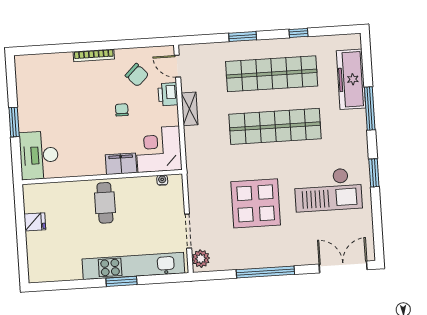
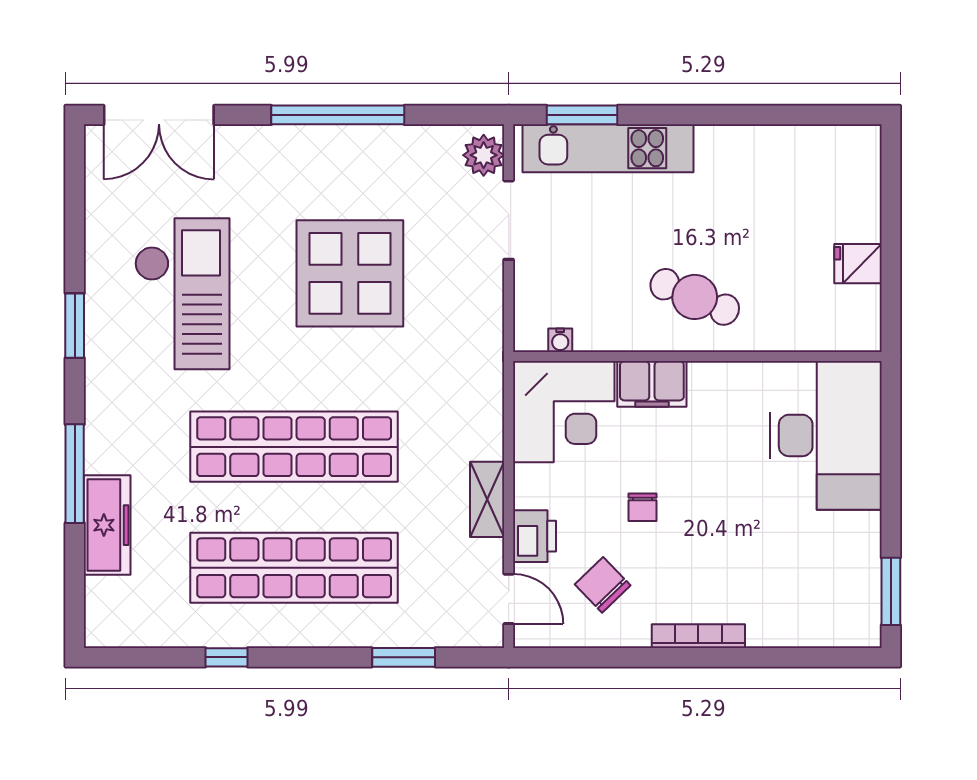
window: (243, 36) -> (404, 657), moved
freezer: (351, 79) -> (107, 525), width x0.73, depth x0.79
window: (14, 122) -> (891, 591), moved
desk: (39, 155) -> (826, 435), width x1.36, depth x1.30
checkout: (328, 190) -> (182, 294), turned 90
cafe table: (105, 203) -> (695, 297), turned -67
kitchen unit: (133, 266) -> (608, 148), width x0.73
window: (121, 281) -> (582, 115), moved

